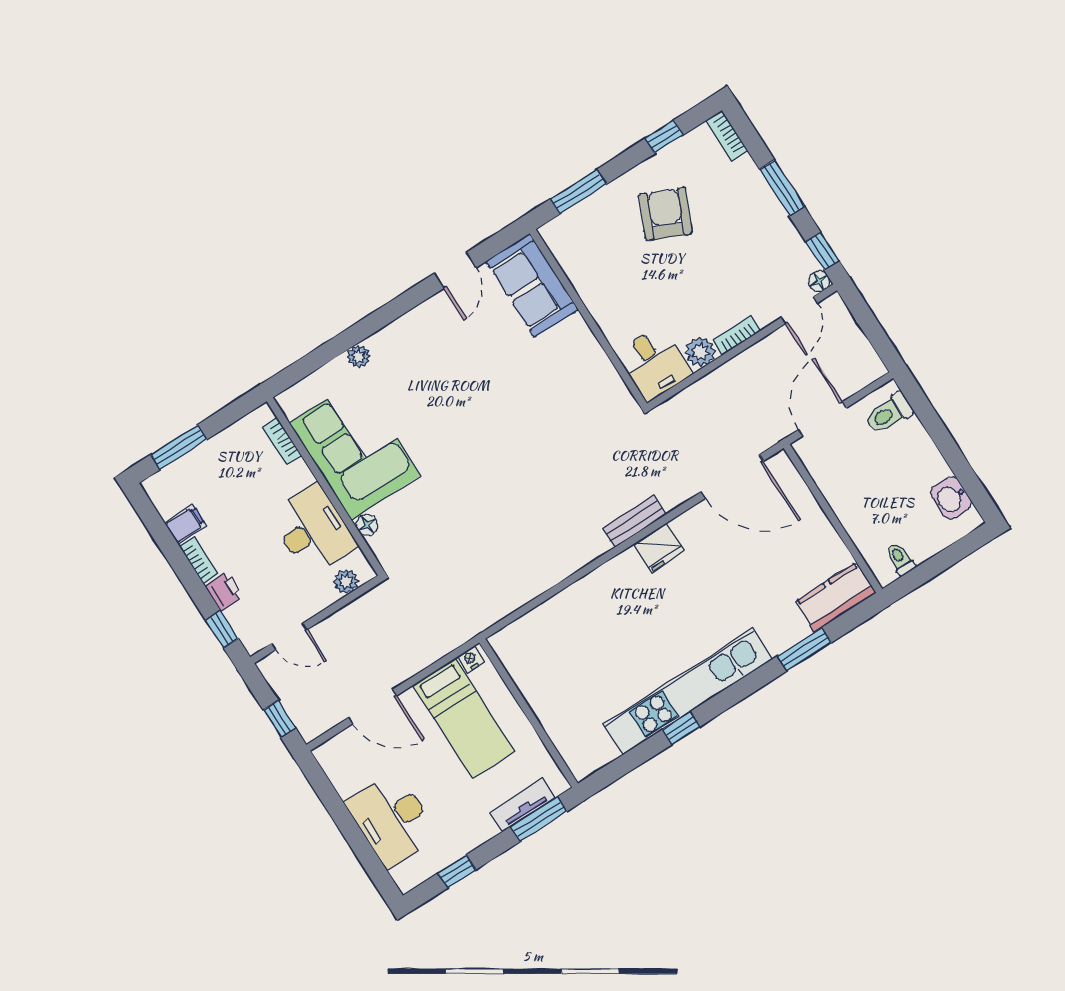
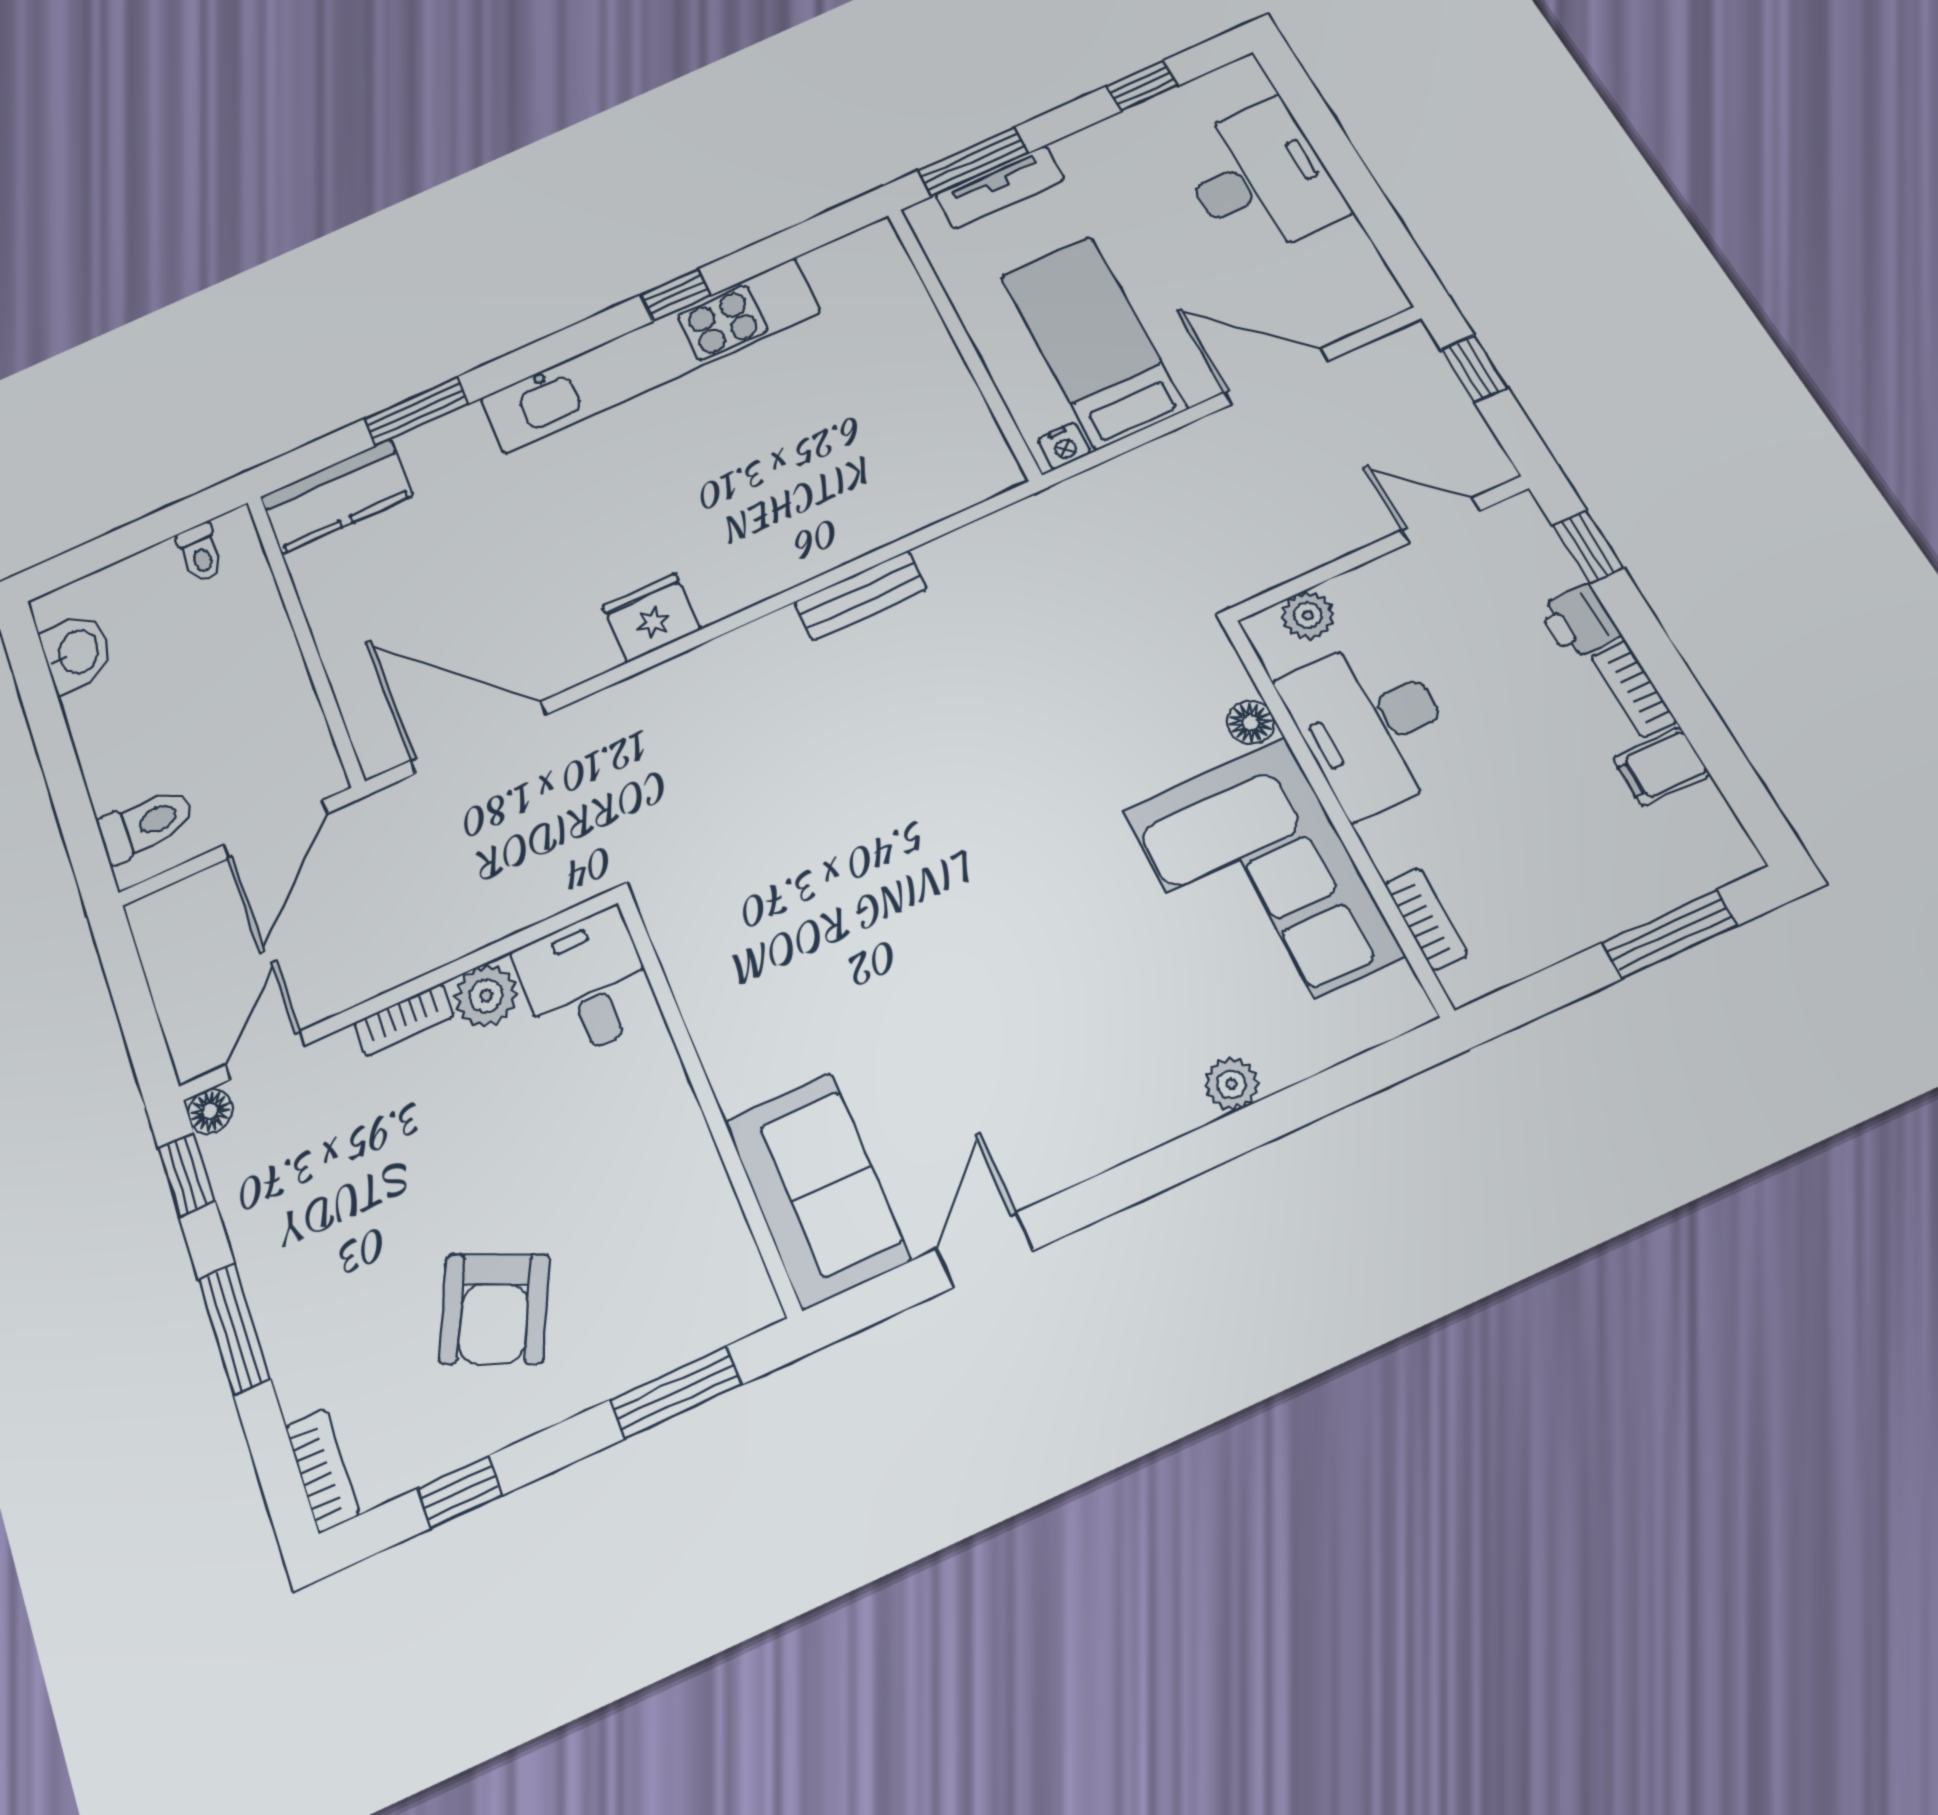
bench: (634, 521) -> (861, 596), moved

